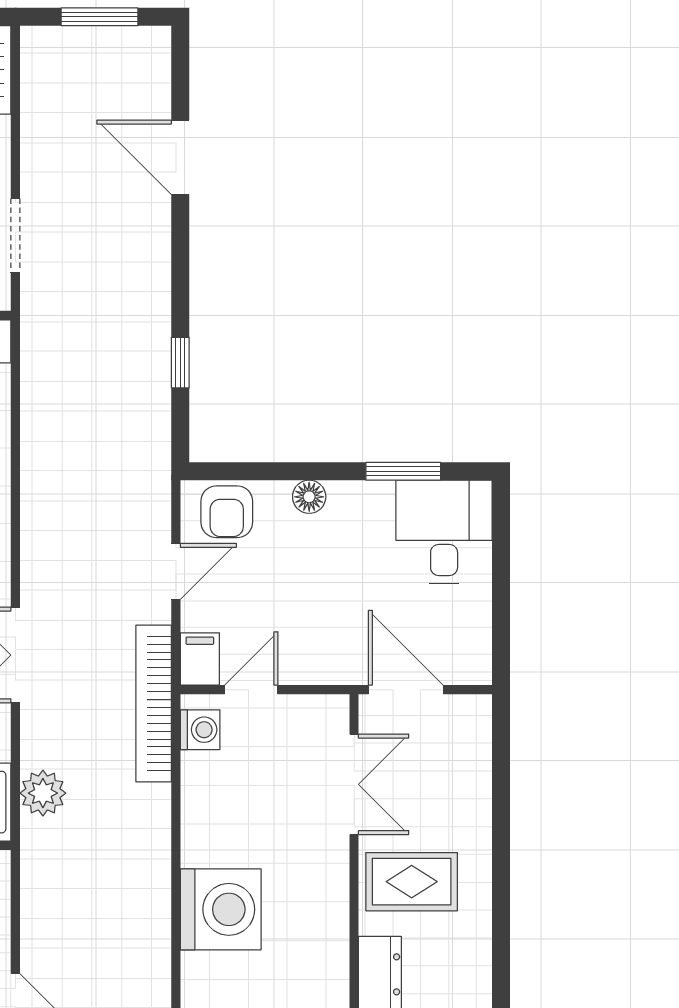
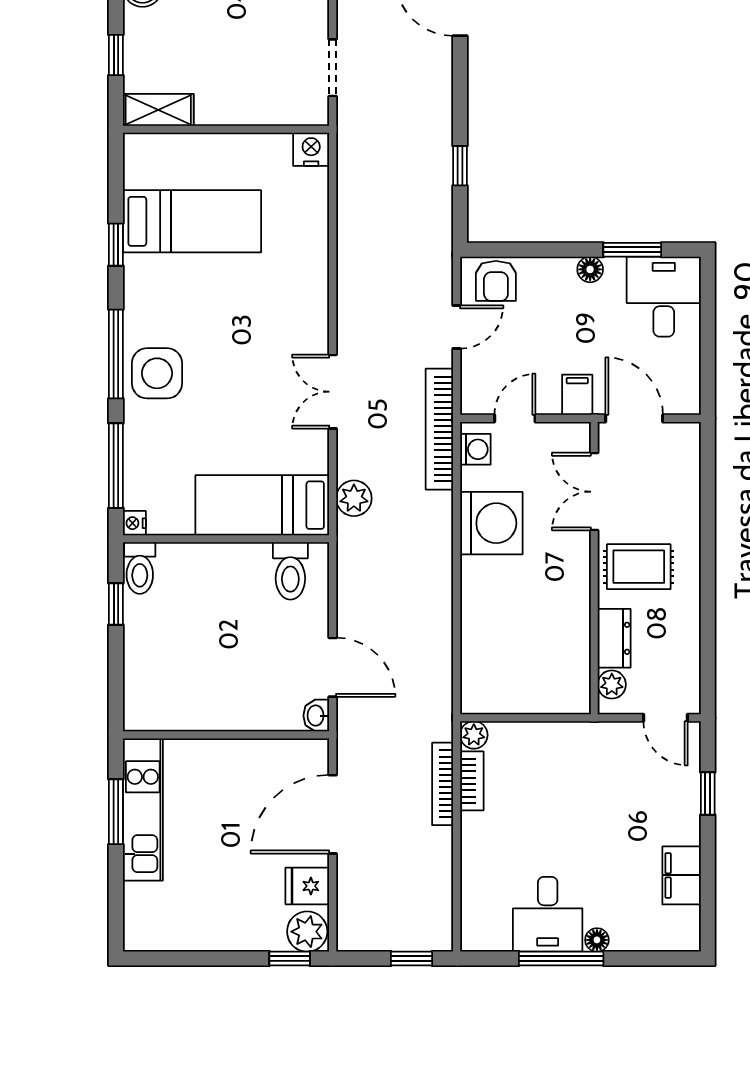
floor lamp: (309, 497) -> (590, 269), moved
filing cabinet: (200, 659) -> (577, 395), moved
double door: (354, 784) -> (594, 492), swing flipped
washing machine: (221, 909) -> (491, 523), moved

